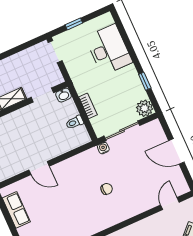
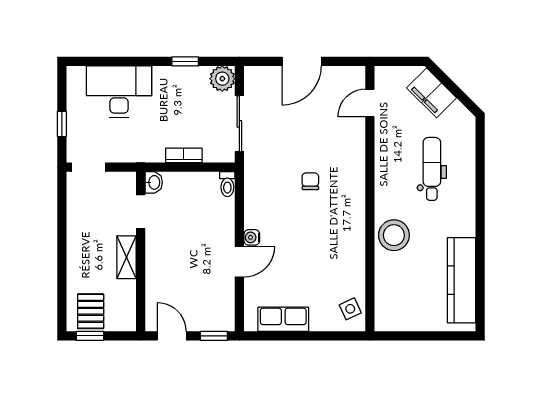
toilet: (75, 122) -> (227, 184), moved
water cooler: (103, 148) -> (252, 237), moved
door: (170, 204) -> (370, 103), hinge flipped

